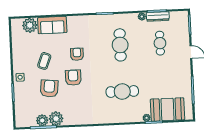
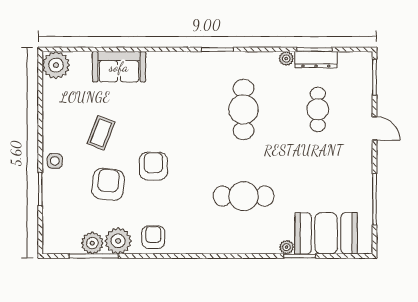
plant: (30, 25) -> (56, 65), moved
armchair: (77, 54) -> (153, 237), moved

